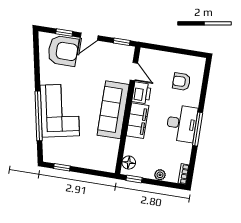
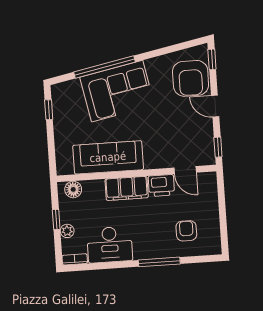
window: (64, 33) -> (212, 59), moved
door: (134, 72) -> (185, 170), hinge flipped
sofa: (113, 110) -> (108, 157), moved
desk: (182, 124) -> (110, 245), moved
window: (198, 129) -> (159, 262), moved
window: (134, 179) -> (56, 219), moved

